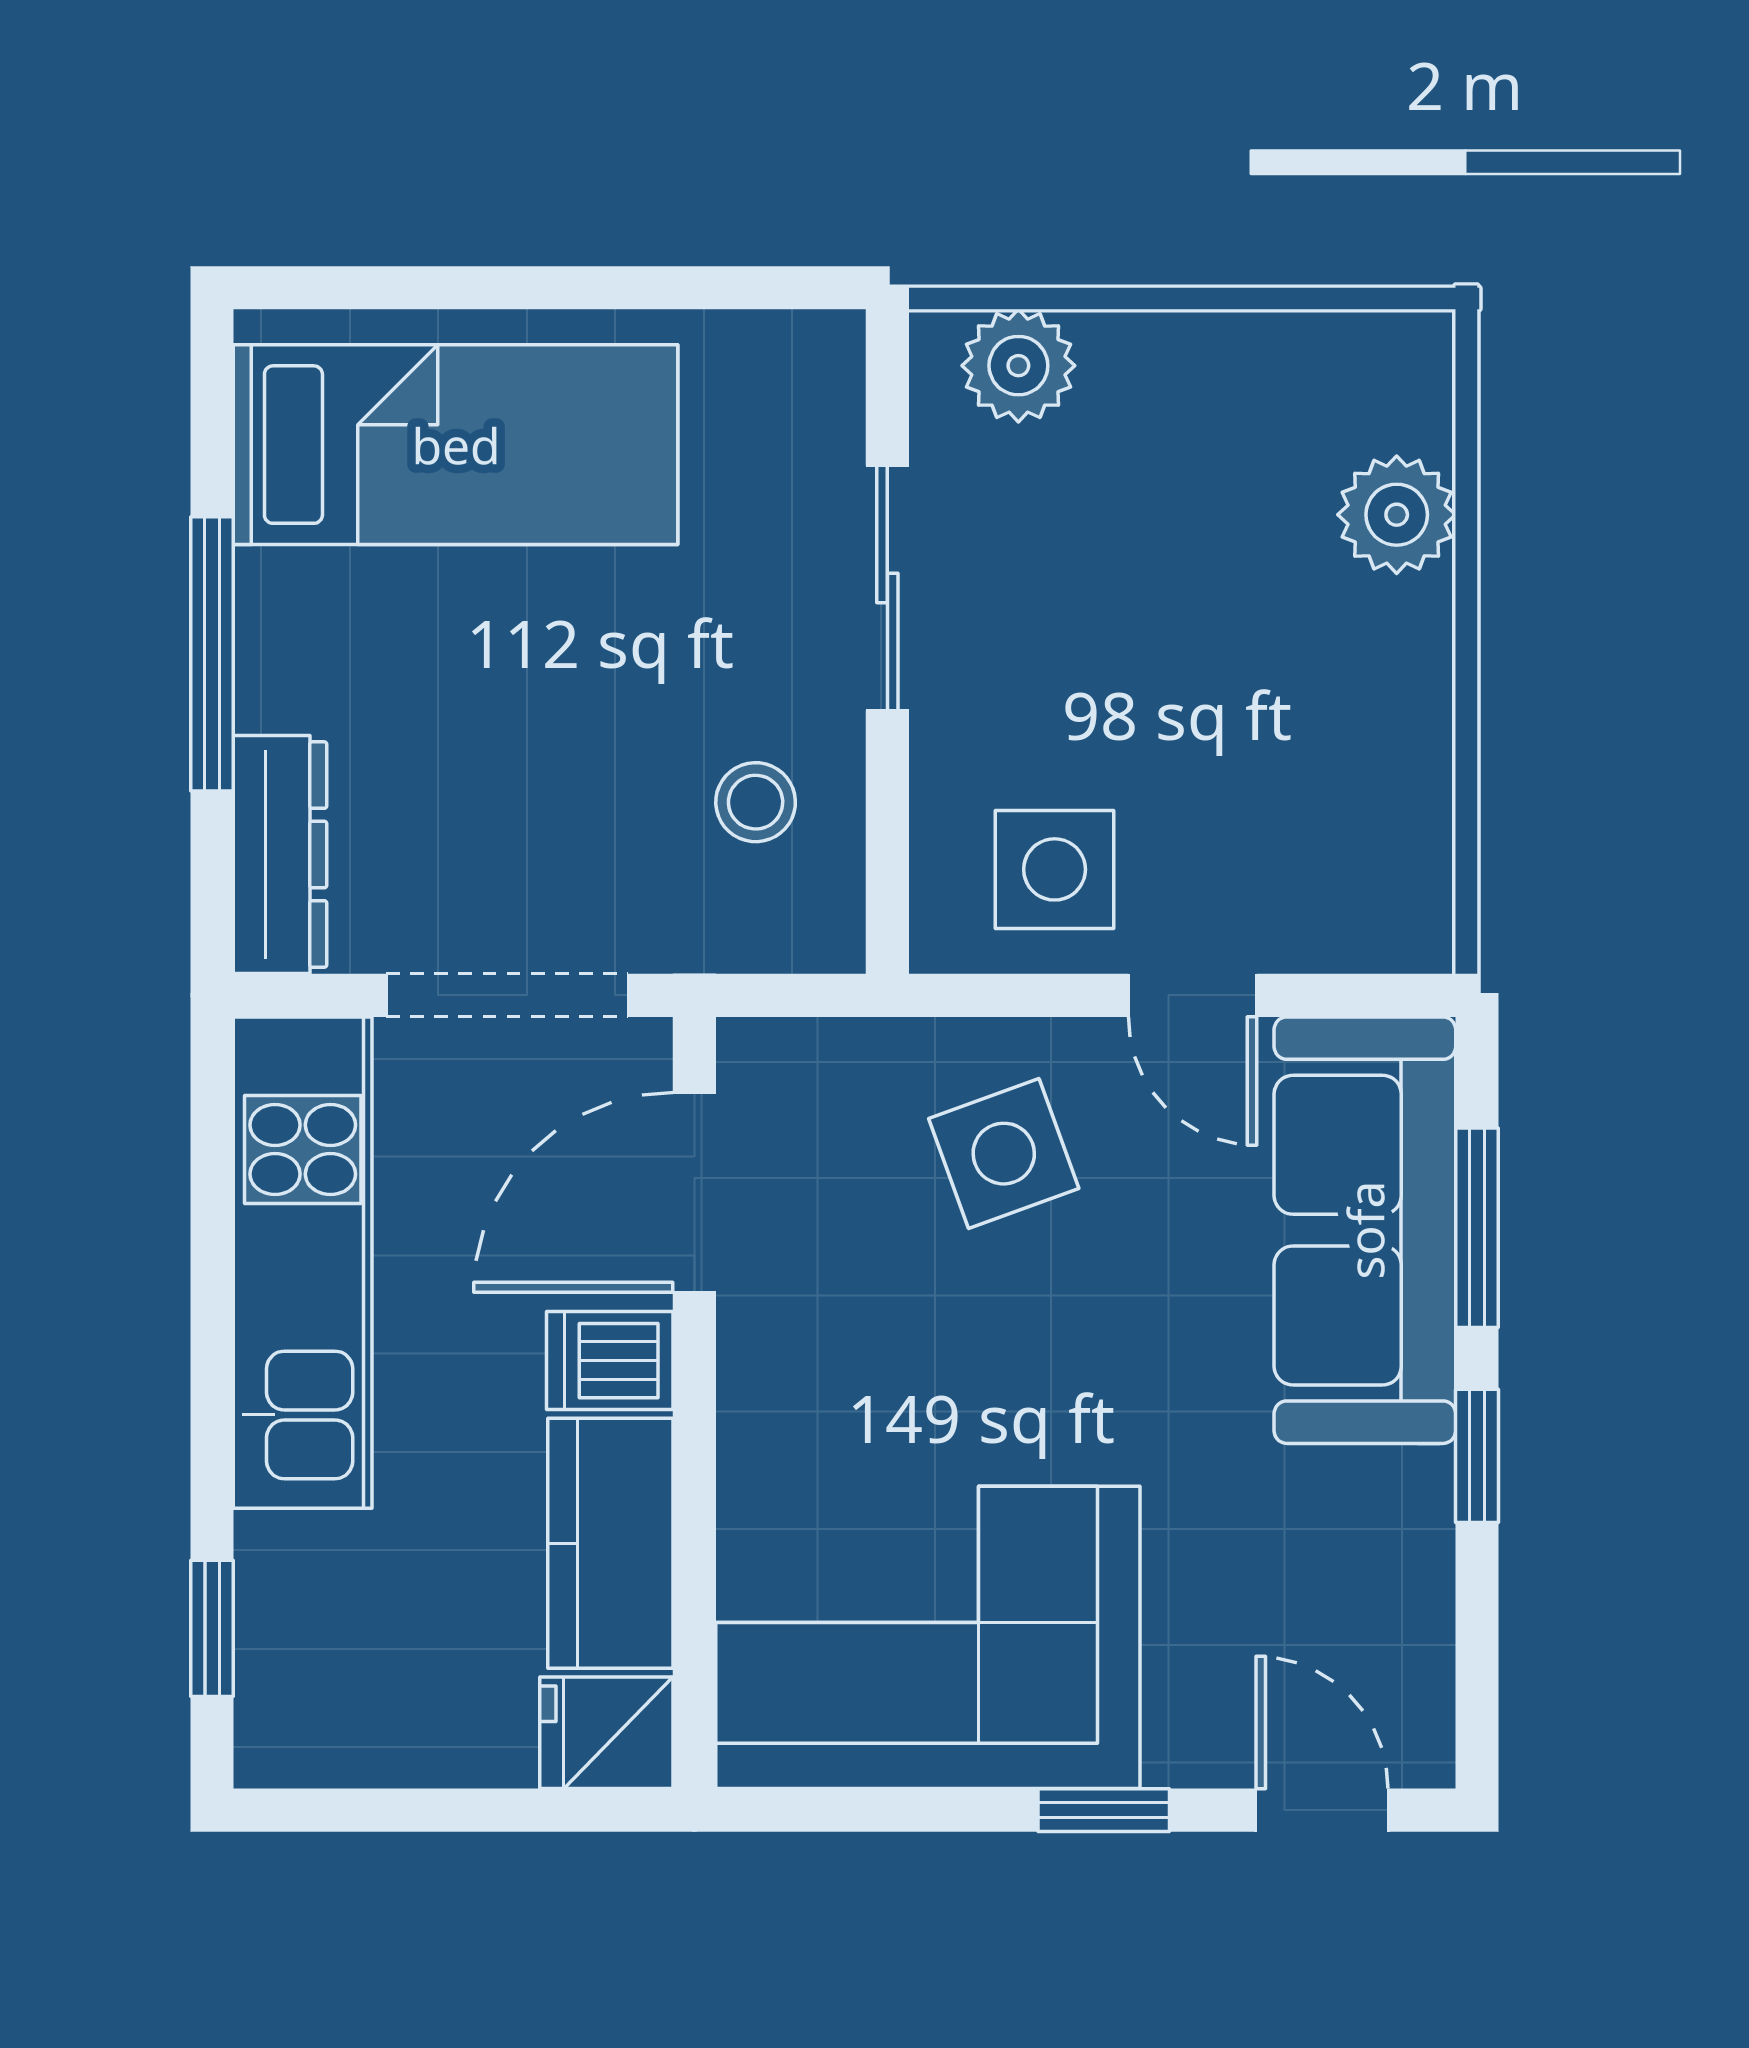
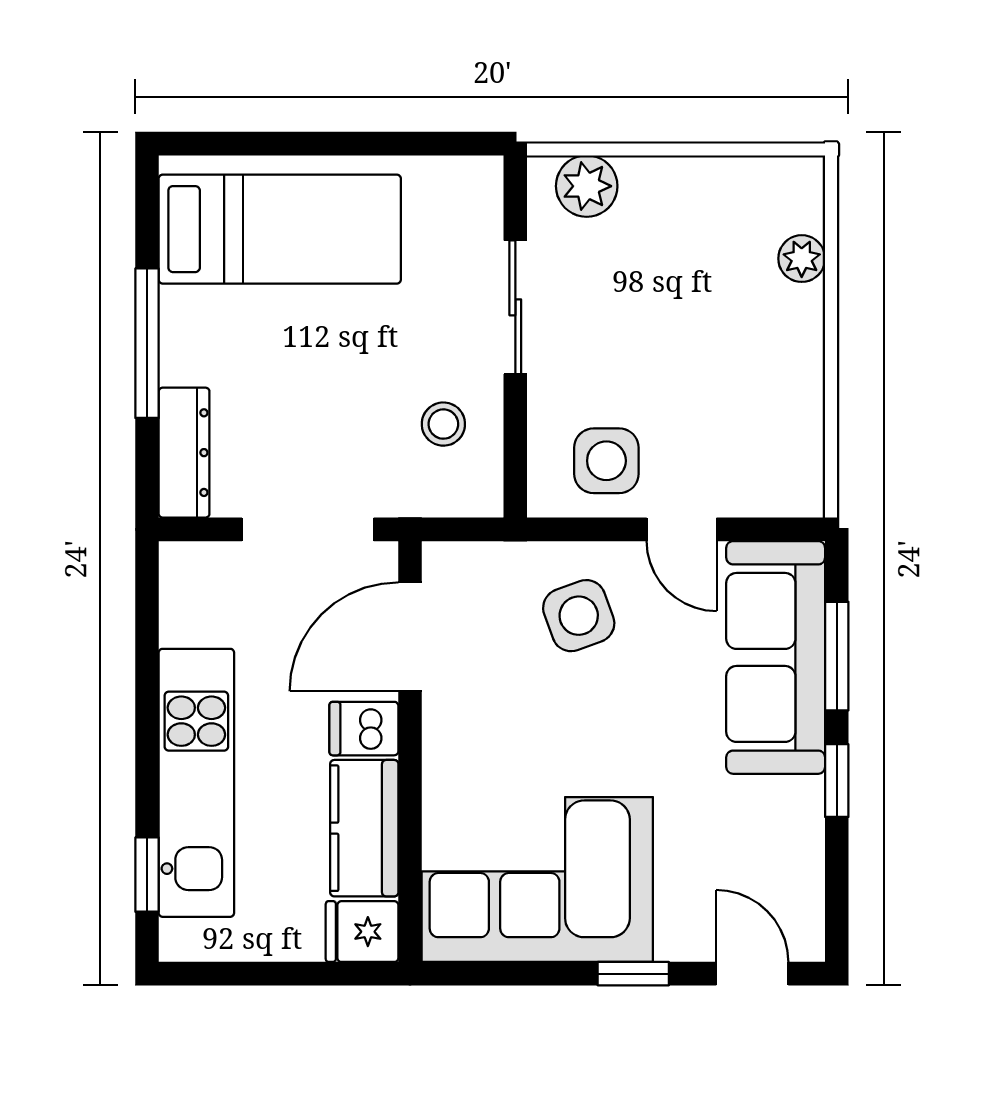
plant: (1397, 515) -> (802, 259), width x0.73, depth x0.73
kitchen unit: (303, 1263) -> (196, 783), moved

